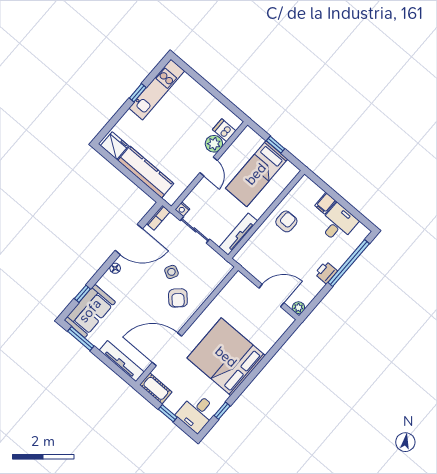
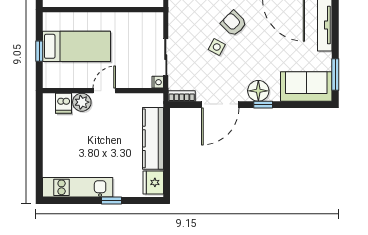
window: (138, 93) -> (111, 201), moved
tv unit: (238, 234) -> (139, 19), removed
door: (129, 240) -> (220, 105), swing flipped
floor lamp: (115, 268) -> (258, 91), width x1.89, depth x1.89
window: (82, 294) -> (263, 105), moved
armchair: (178, 298) -> (234, 23), turned -92

